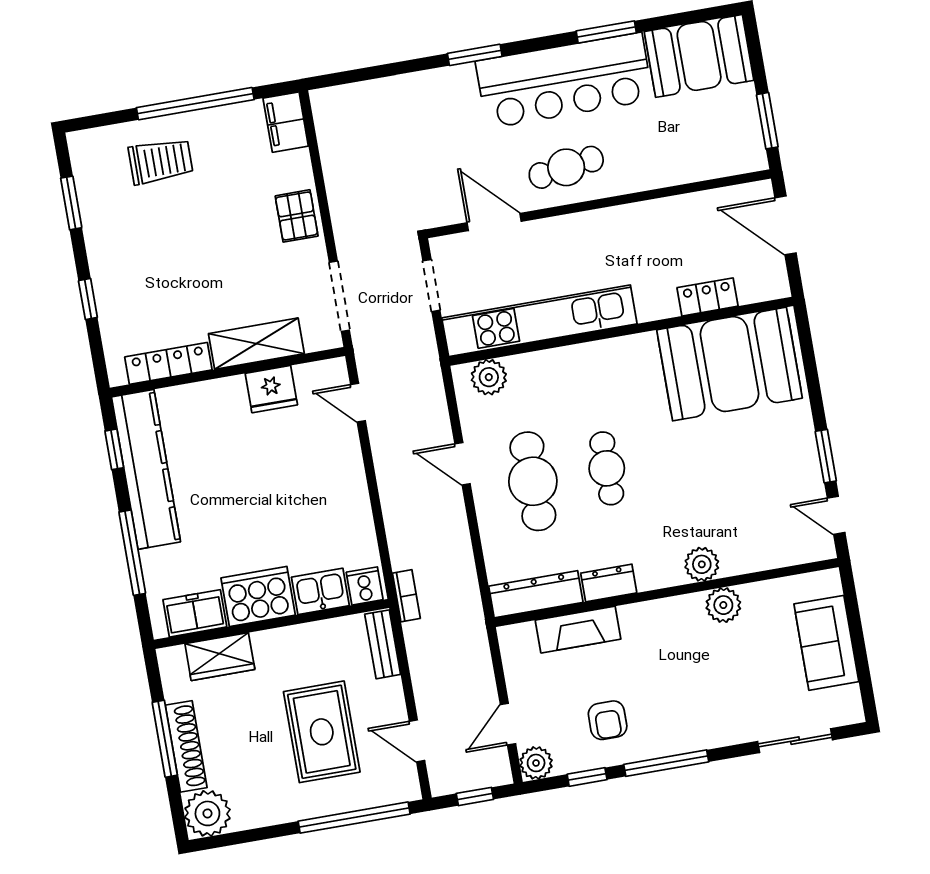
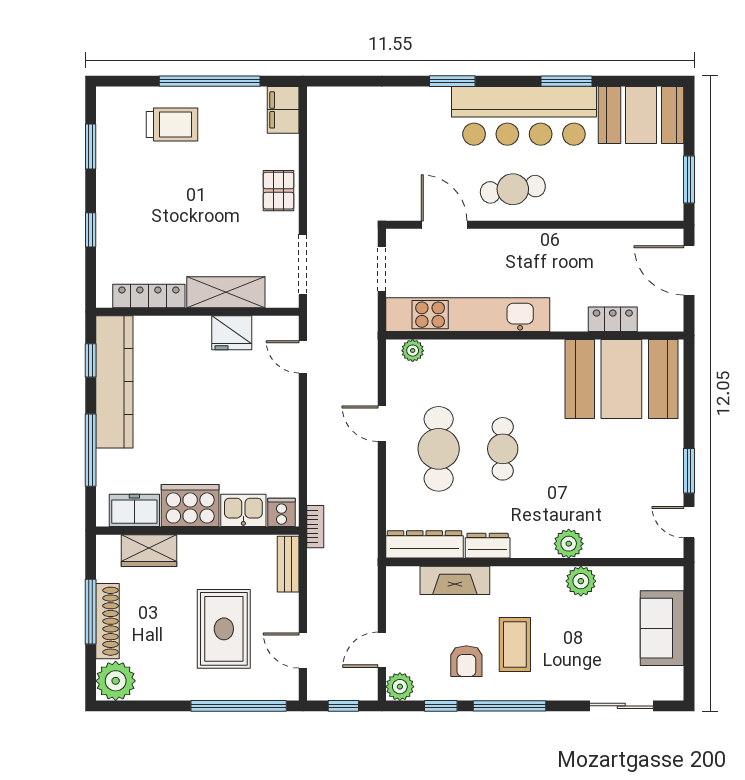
plant: (489, 377) -> (413, 351), width x0.73, depth x0.73
coffee table: (660, 691) -> (515, 644), added

